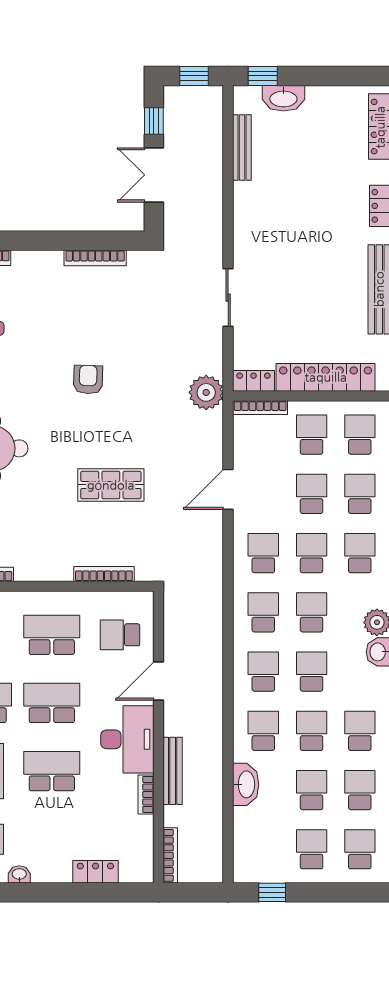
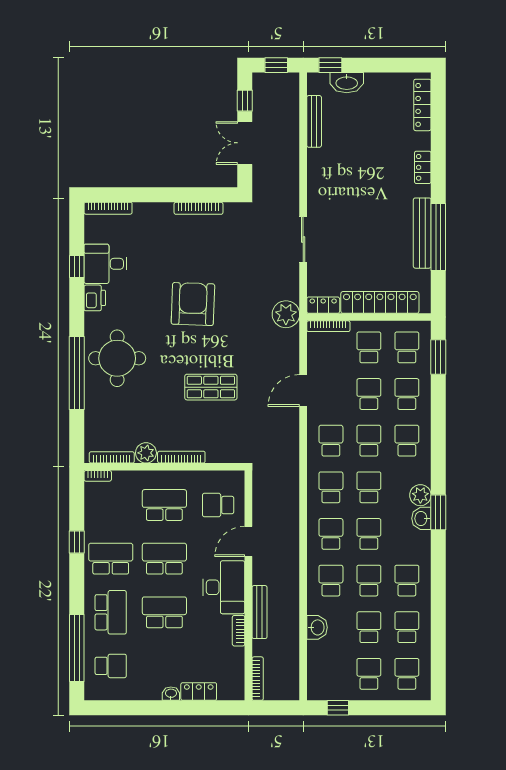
armchair: (88, 380) -> (193, 304), width x1.88, depth x1.88
plant: (28, 569) -> (146, 453), added
bookcase: (104, 574) -> (181, 457), moved
washbasin: (246, 784) -> (317, 627), width x0.72
washbasin: (19, 874) -> (171, 694), moved

